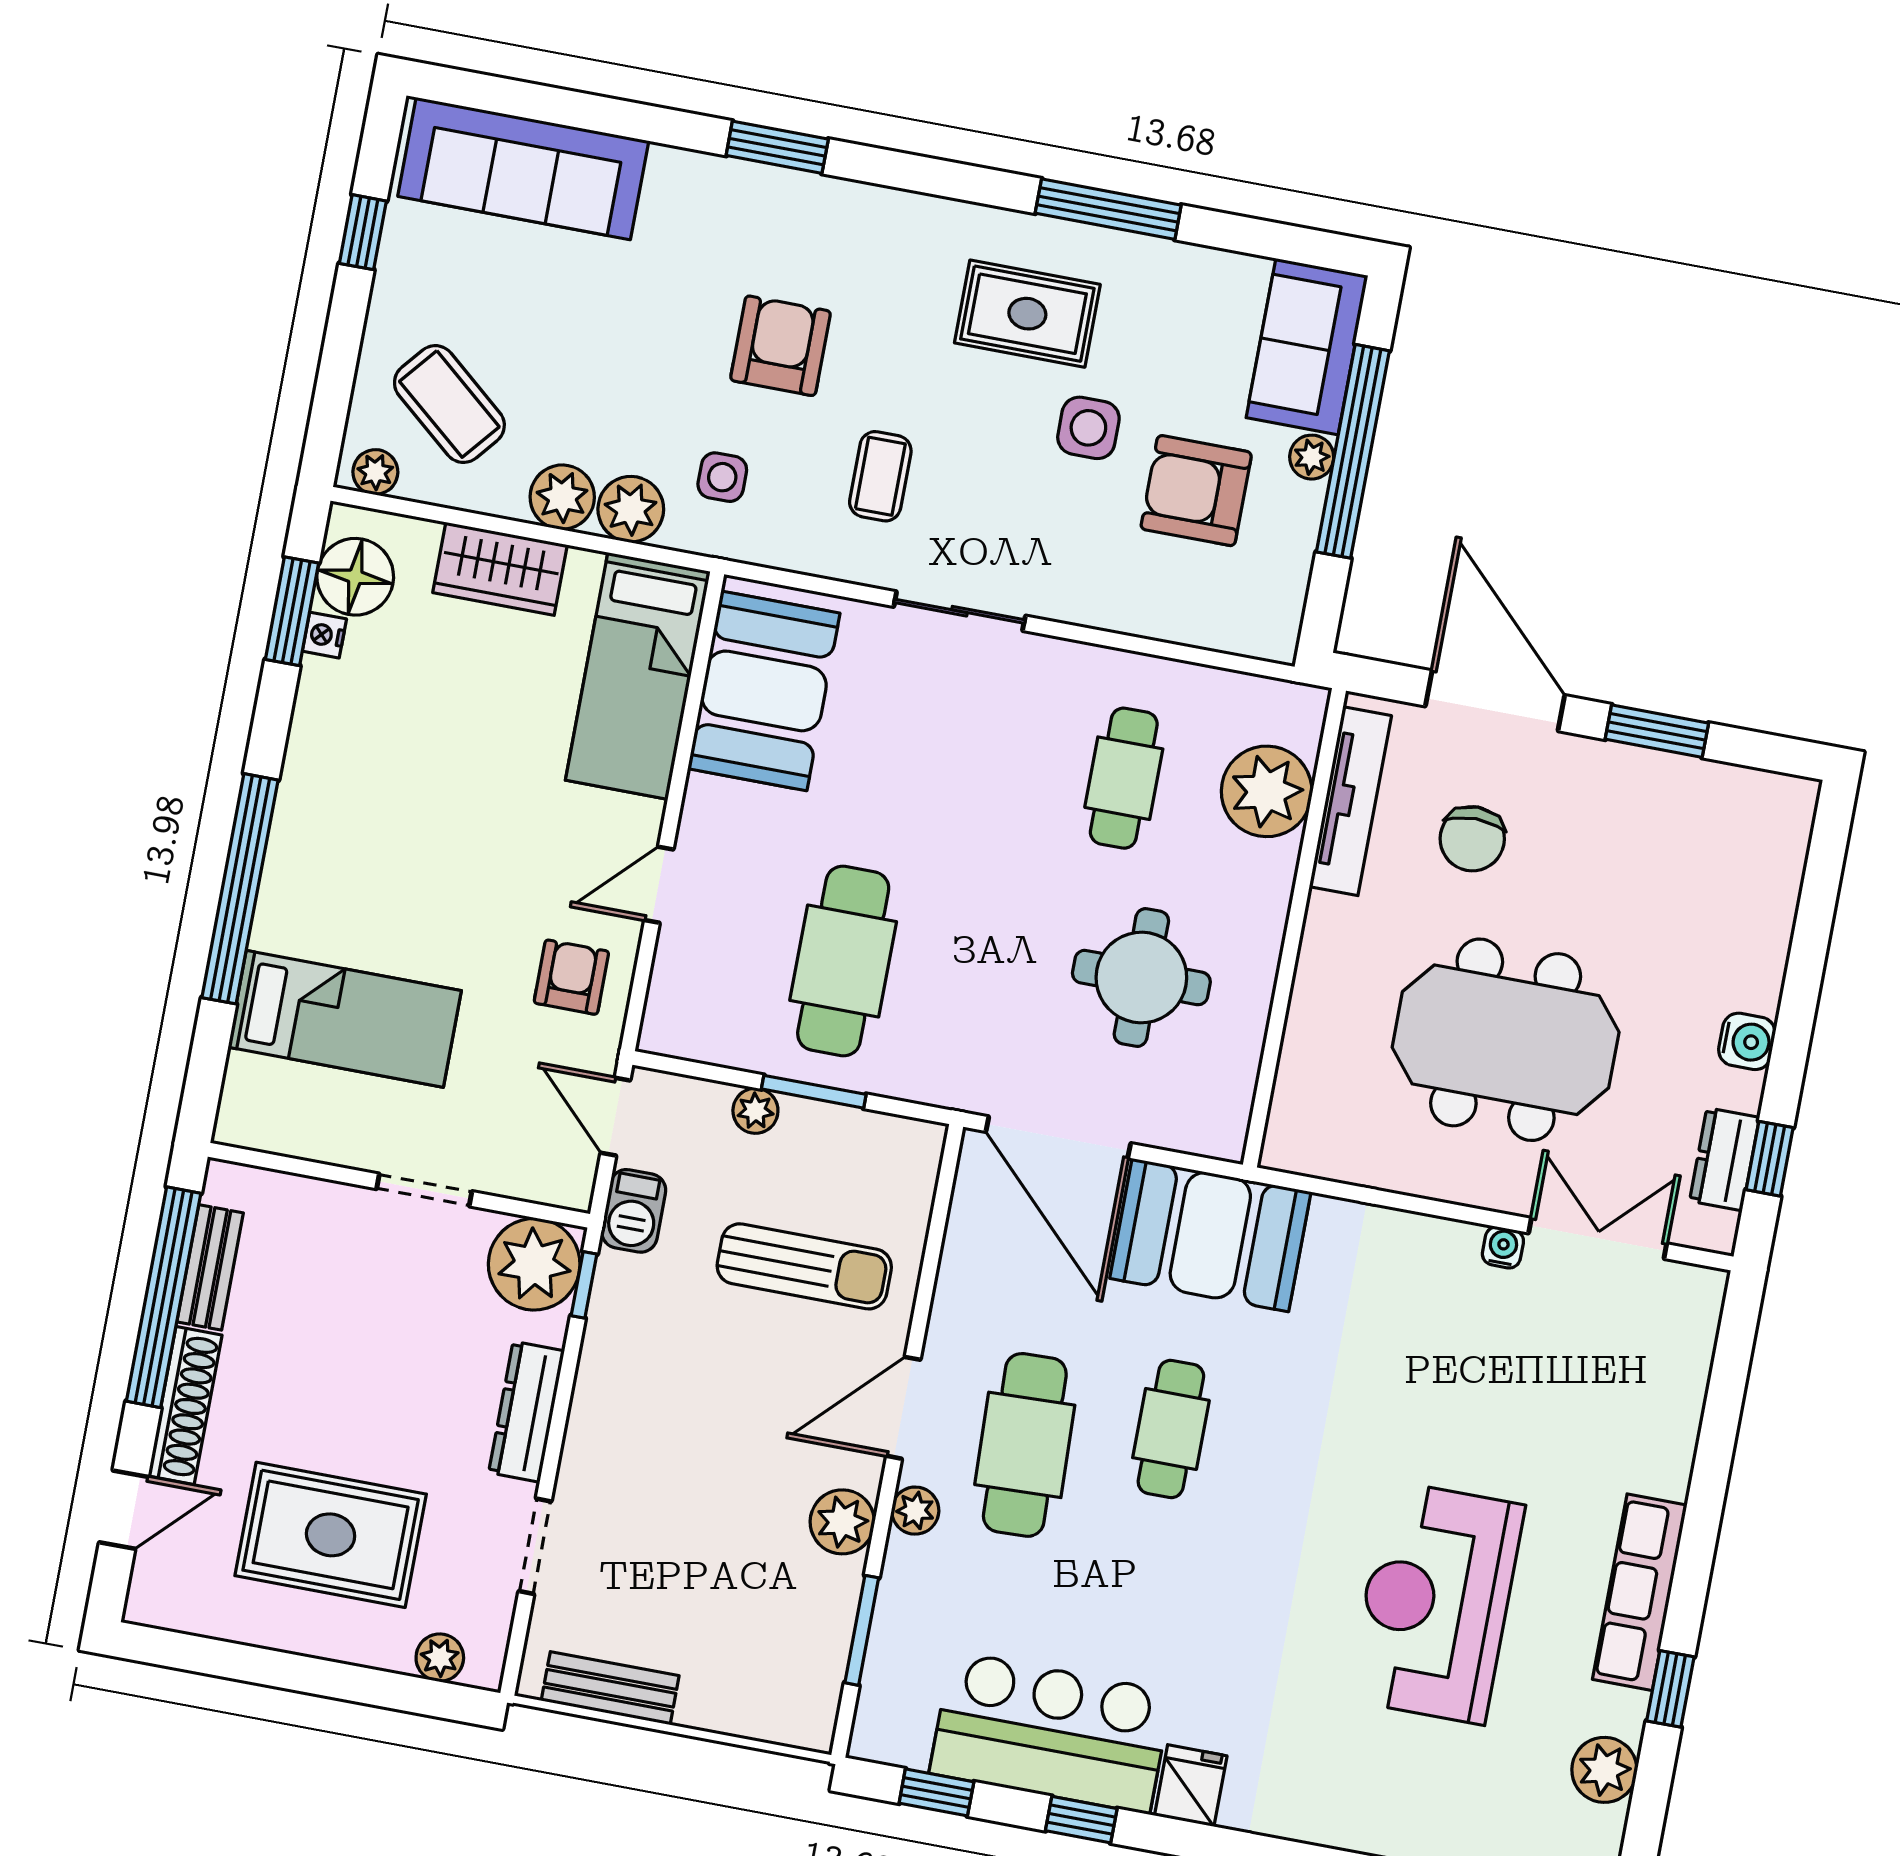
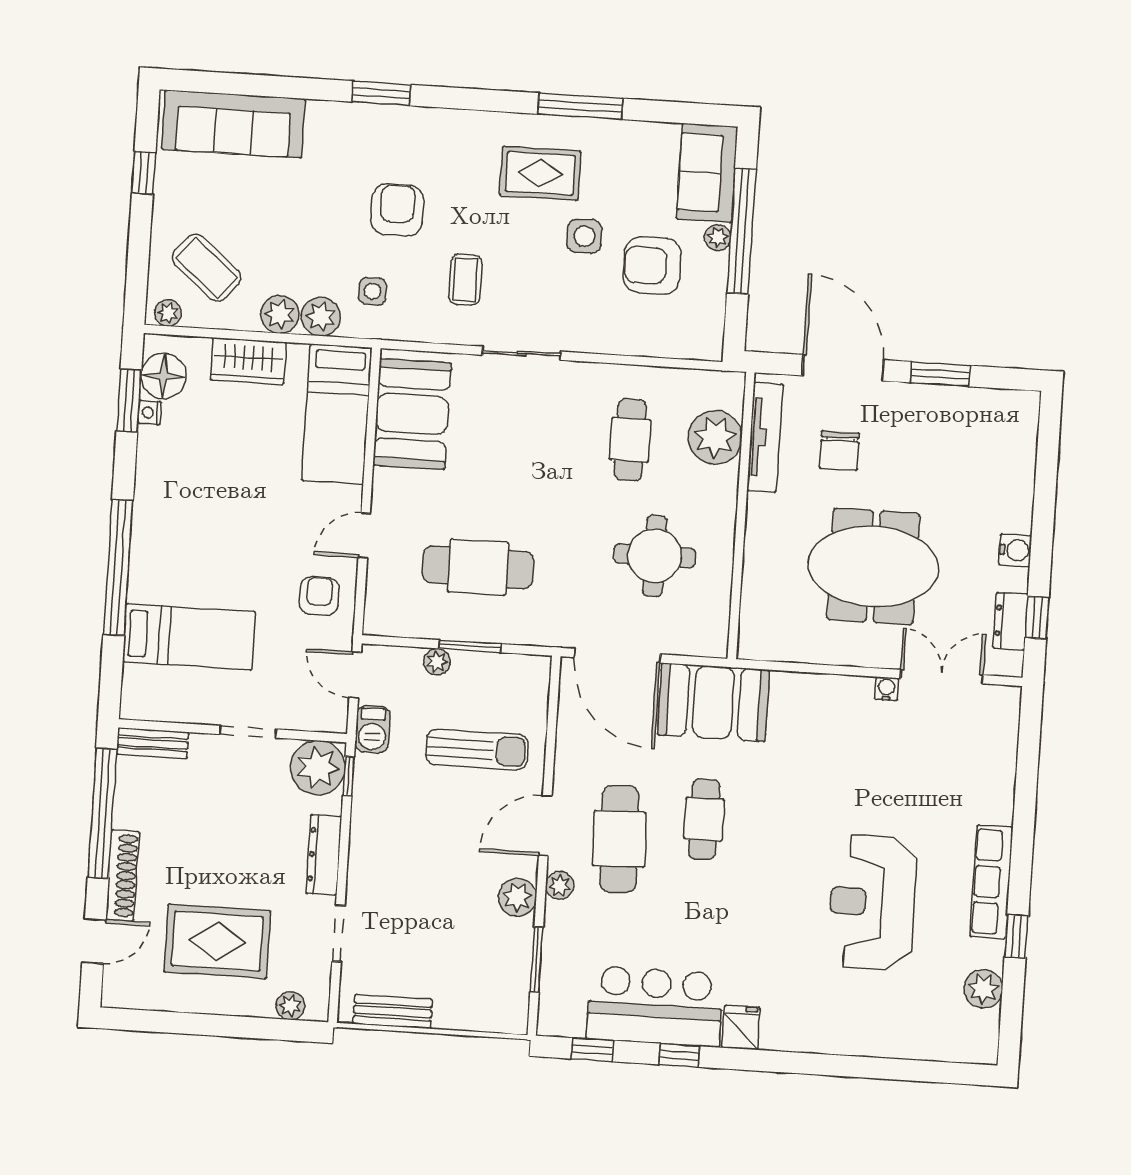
cafe table: (843, 961) -> (478, 567), turned 90
bench: (210, 1267) -> (153, 743), moved, turned 90

